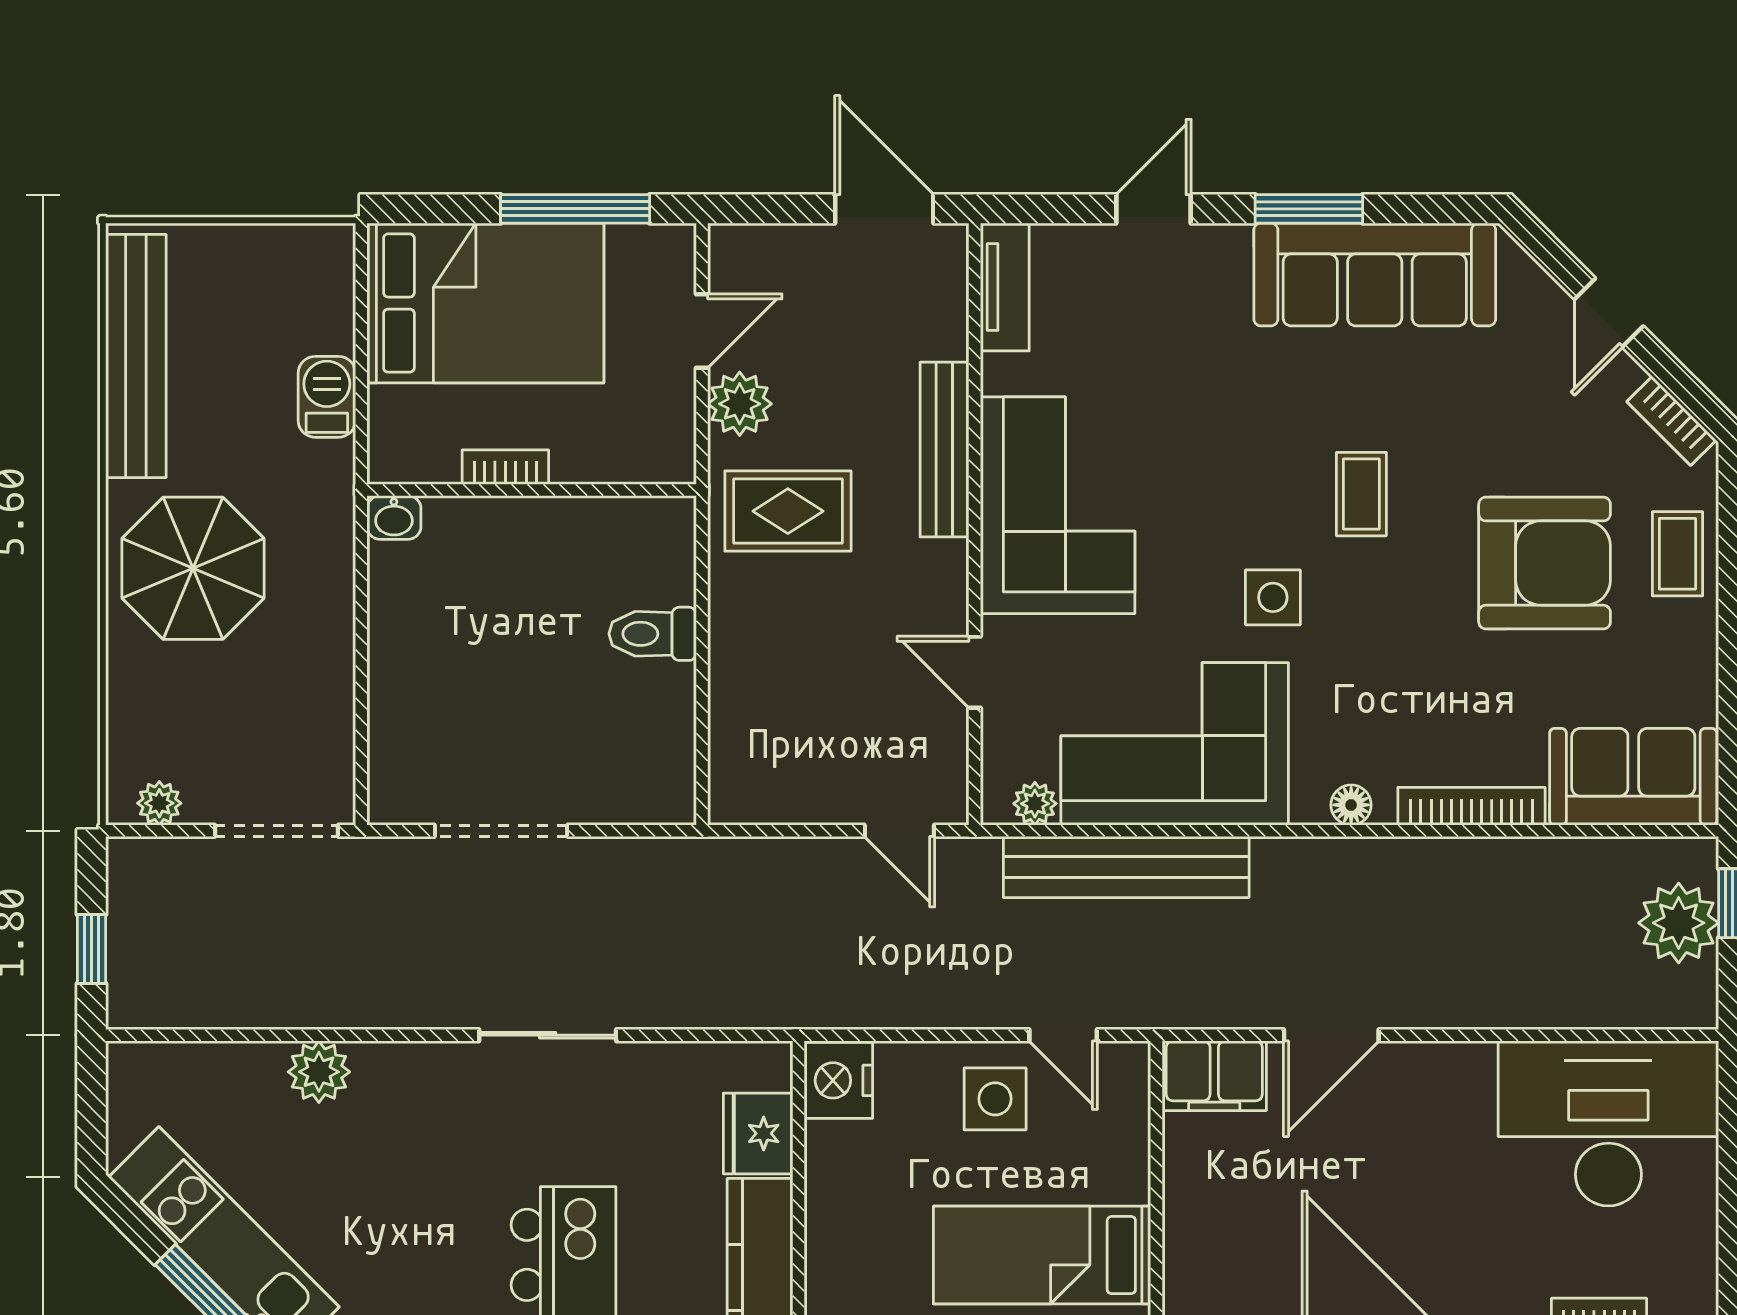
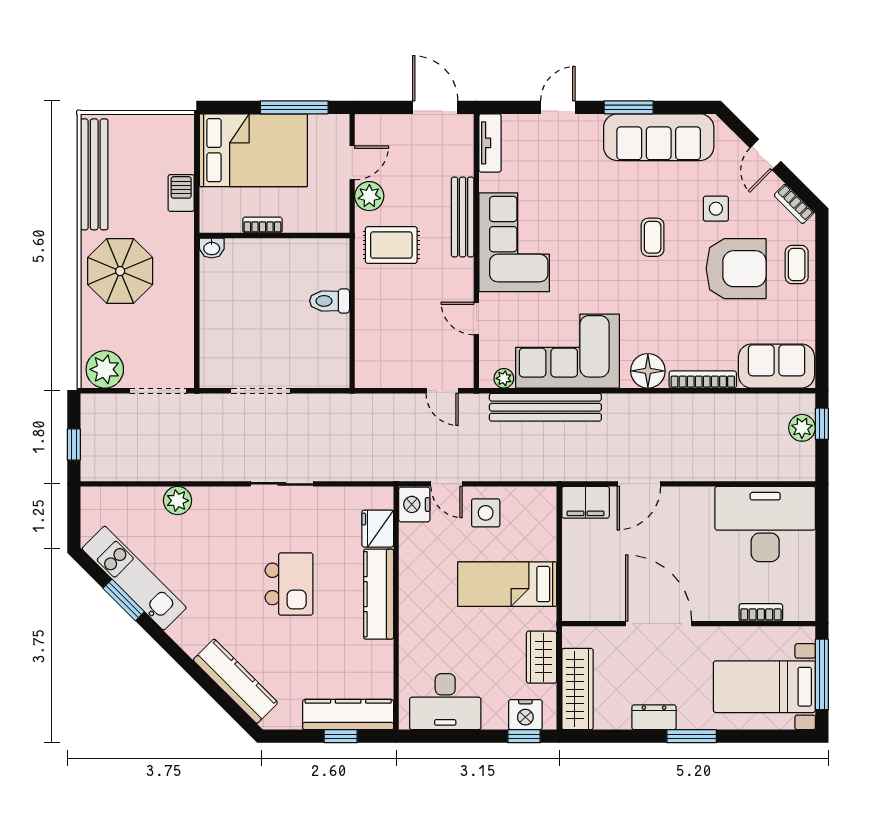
side table: (1273, 597) -> (716, 209), moved
plant: (159, 803) -> (105, 369), width x1.88, depth x1.88
floor lamp: (1351, 805) -> (648, 371), width x1.89, depth x1.89
plant: (1679, 923) -> (802, 428), width x0.73, depth x0.73
door: (1063, 1035) -> (447, 484), moved

